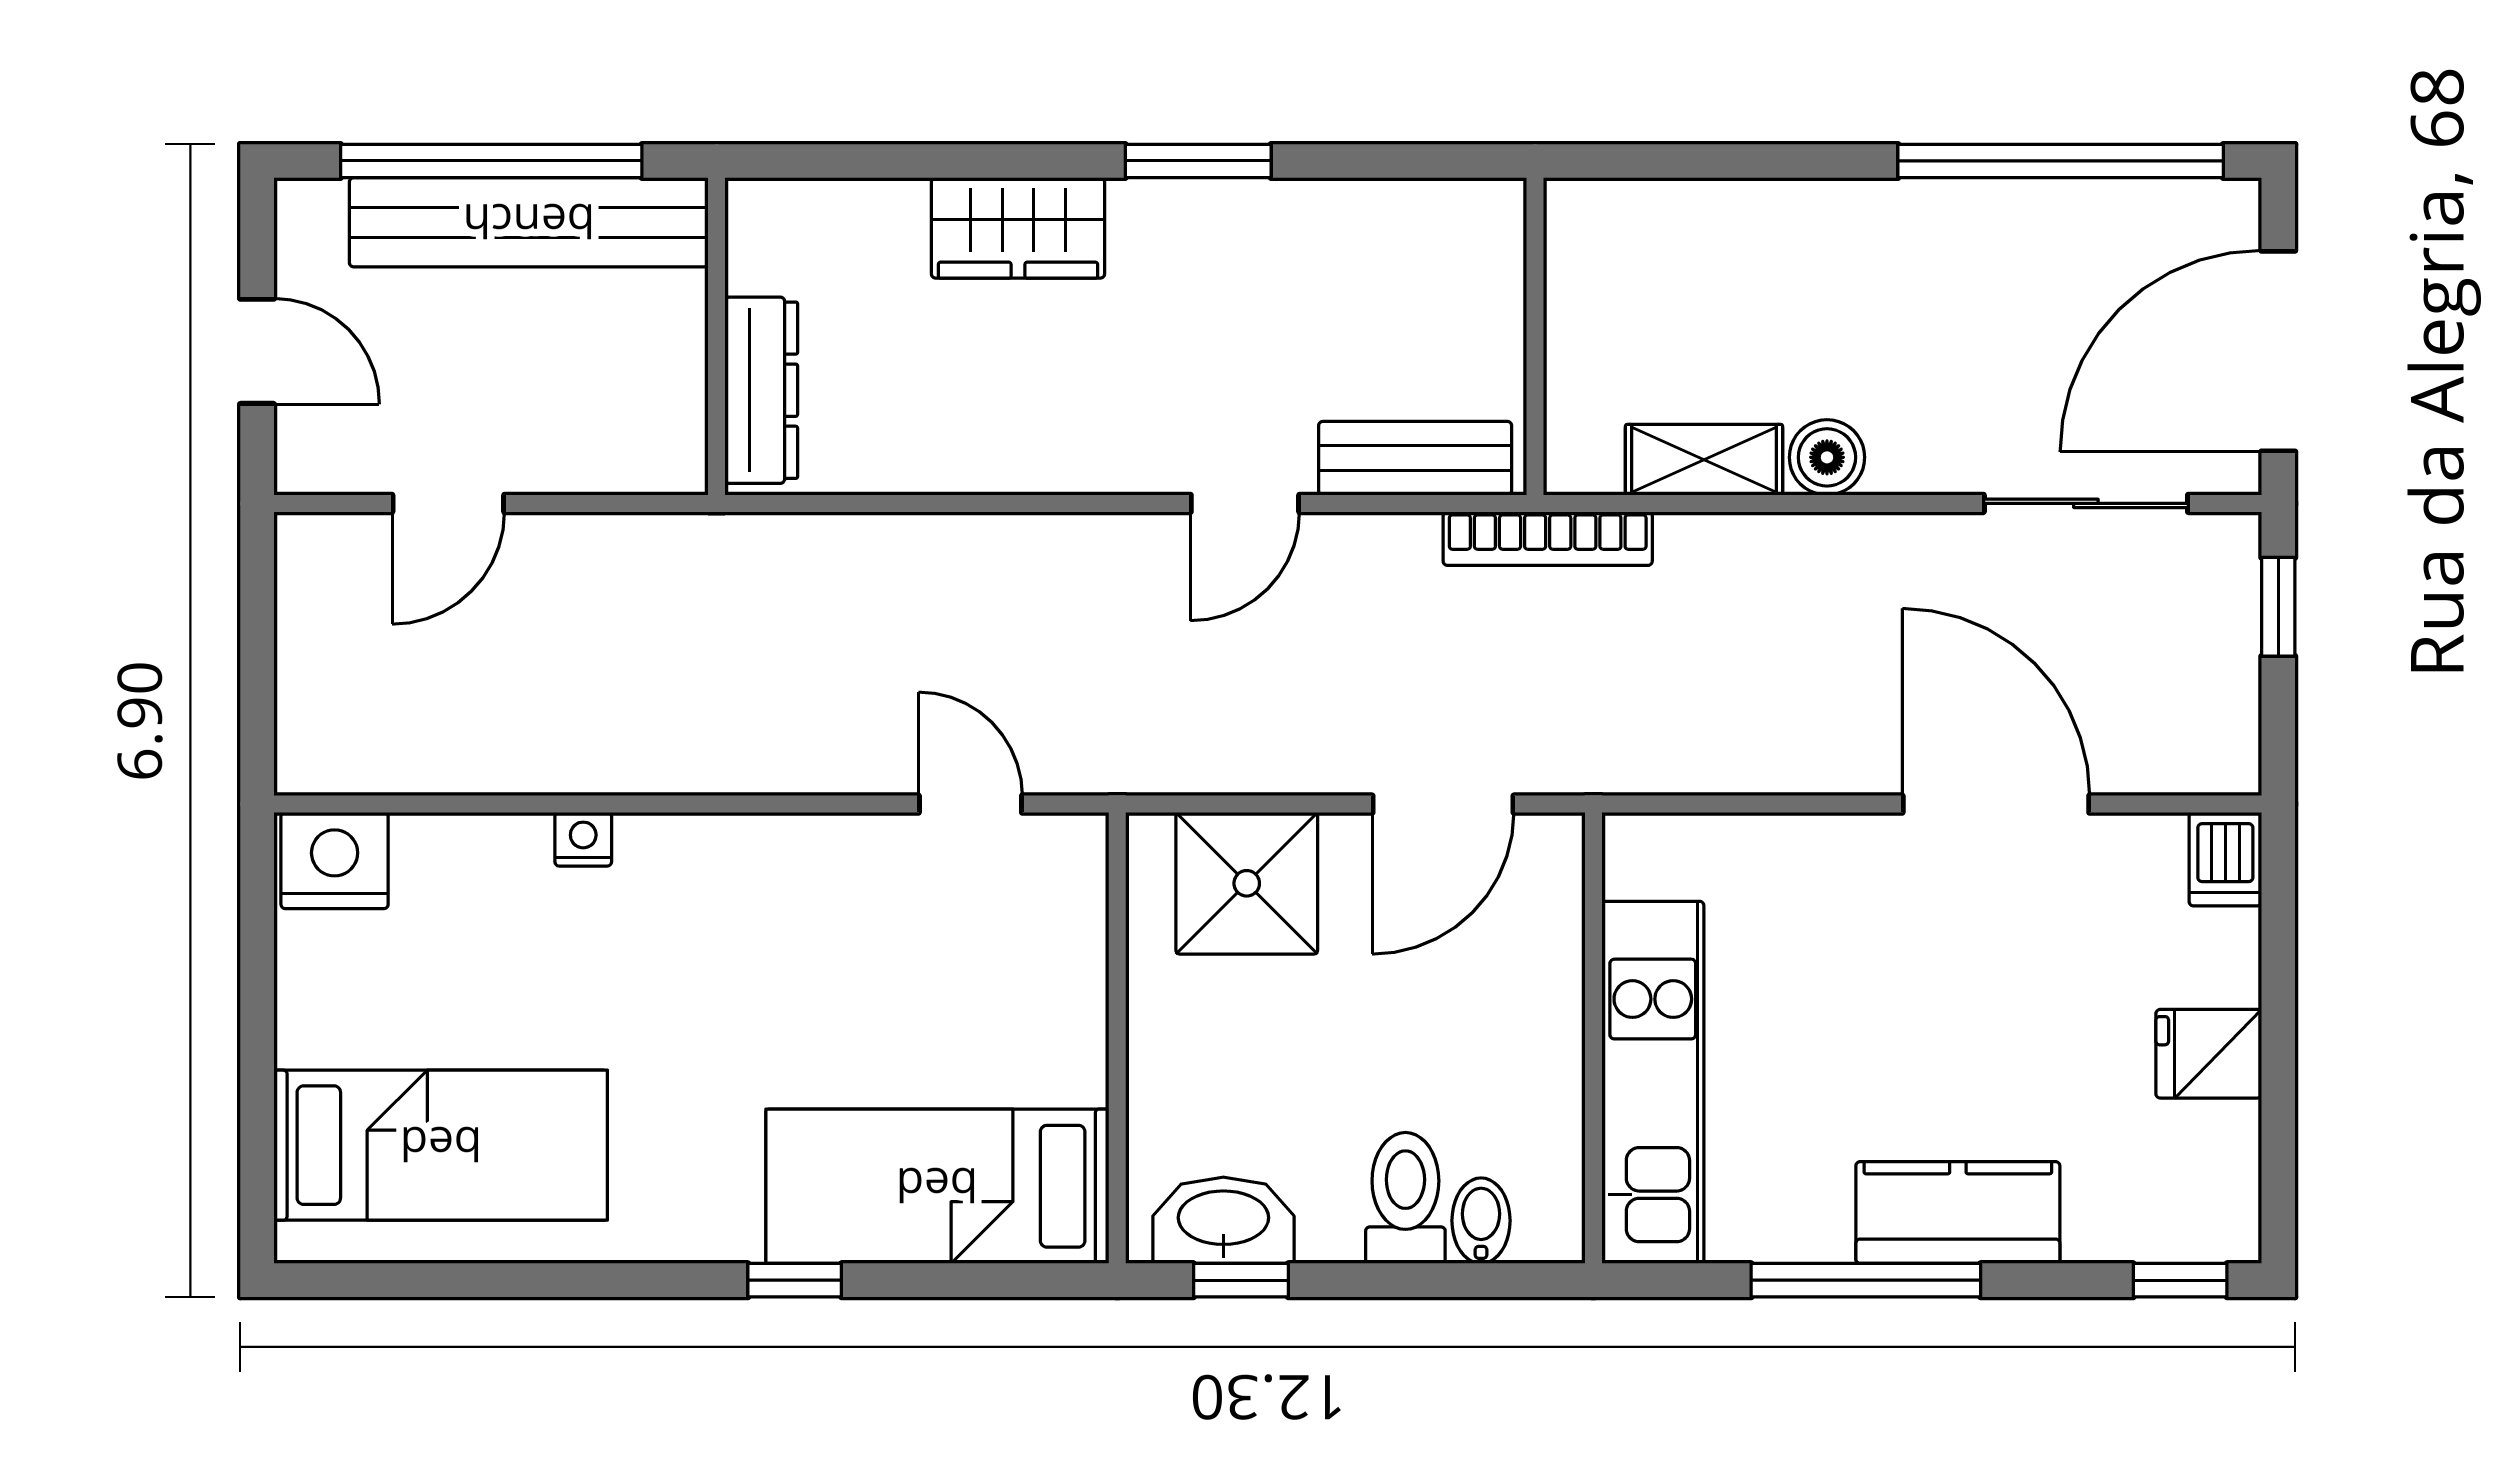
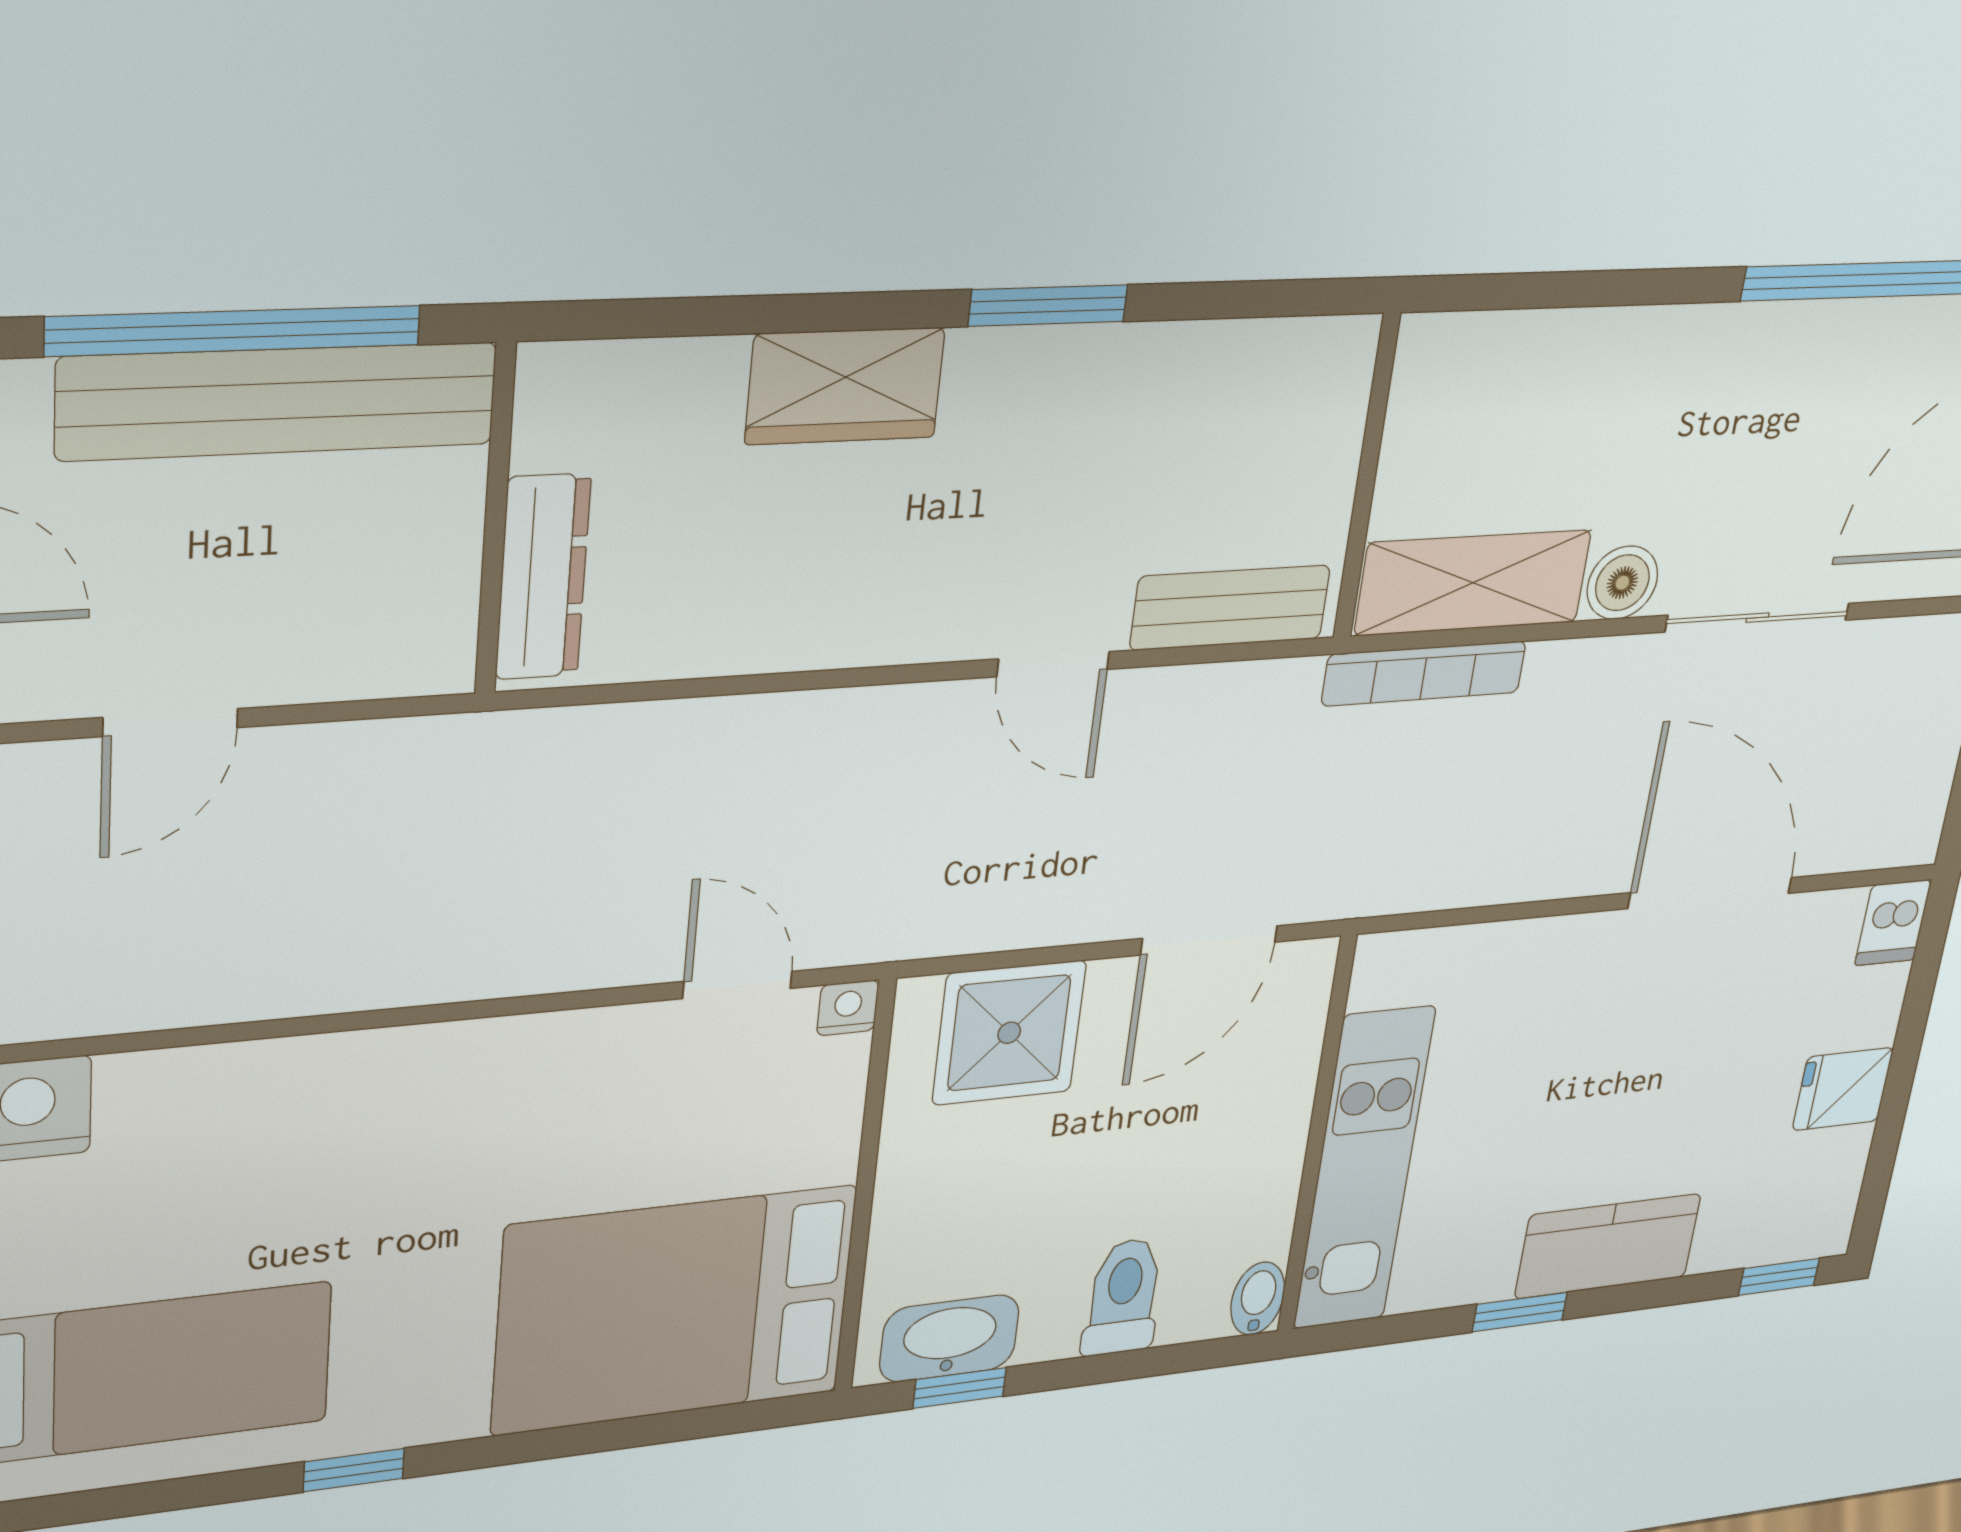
shelving: (1704, 460) -> (1473, 583), width x1.50, depth x1.33
door: (1245, 503) -> (1053, 664), hinge flipped
sliding door: (2086, 503) -> (1758, 618), moved
bookcase: (1548, 539) -> (1424, 674), moved
nightstand: (583, 839) -> (848, 1008), moved
bed: (937, 1186) -> (674, 1310), width x1.50
bidet: (1481, 1221) -> (1258, 1299), moved
window: (795, 1280) -> (354, 1470), moved
window: (1866, 1280) -> (1520, 1312), width x0.46

